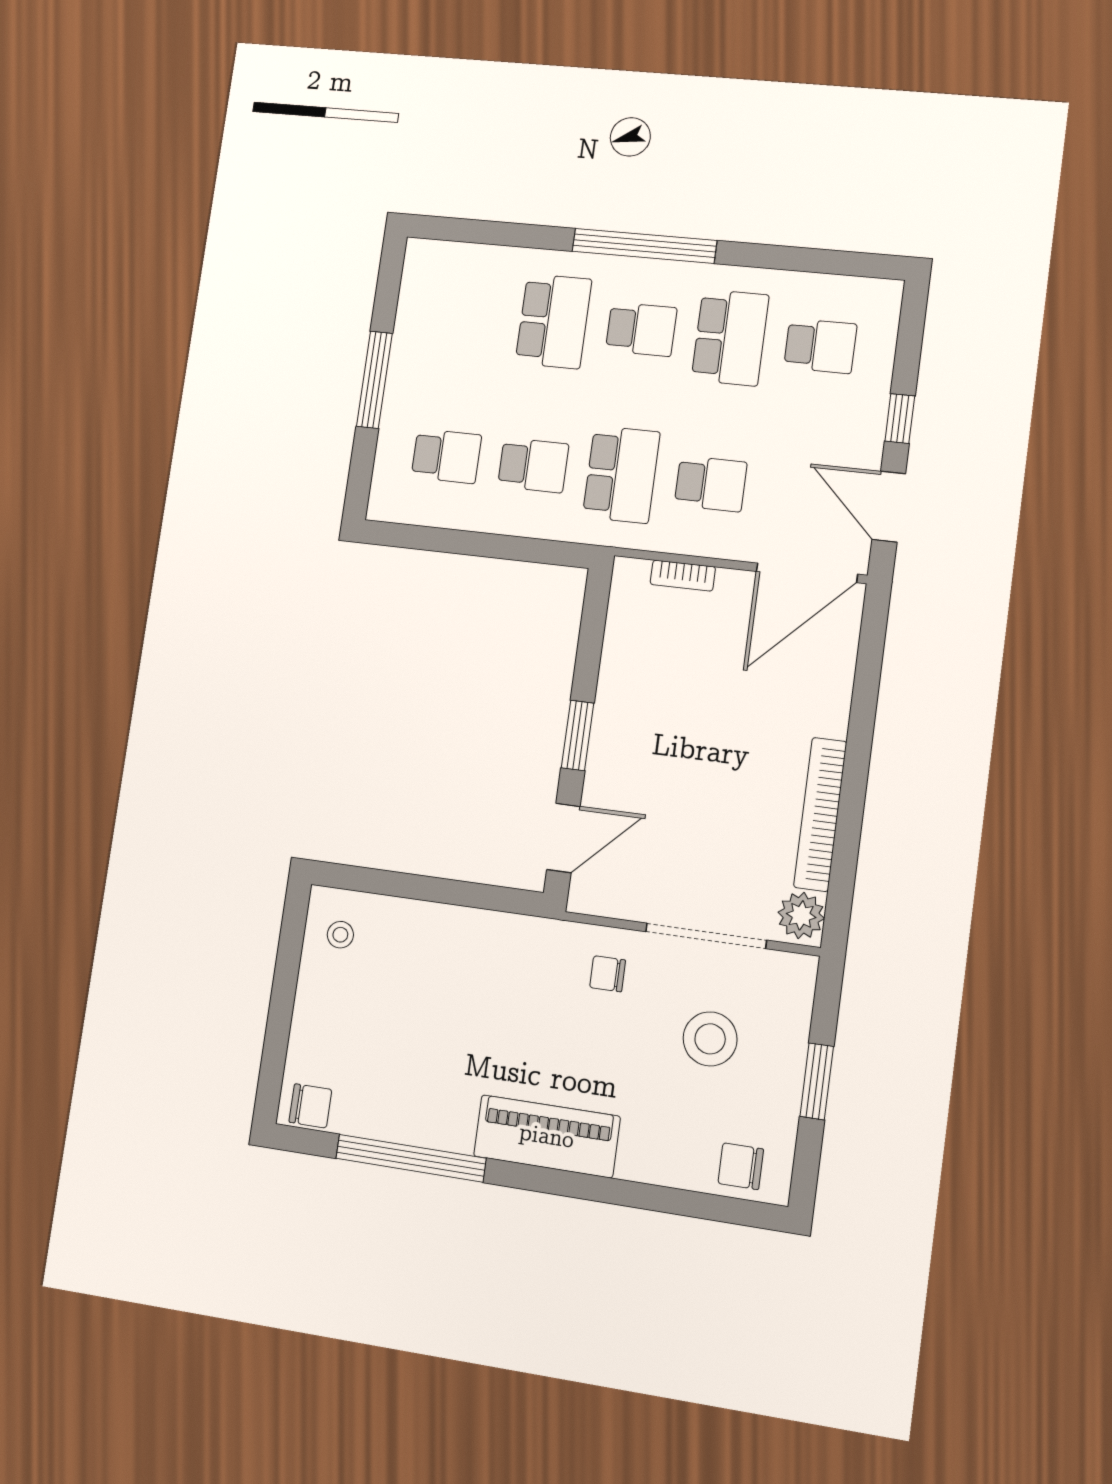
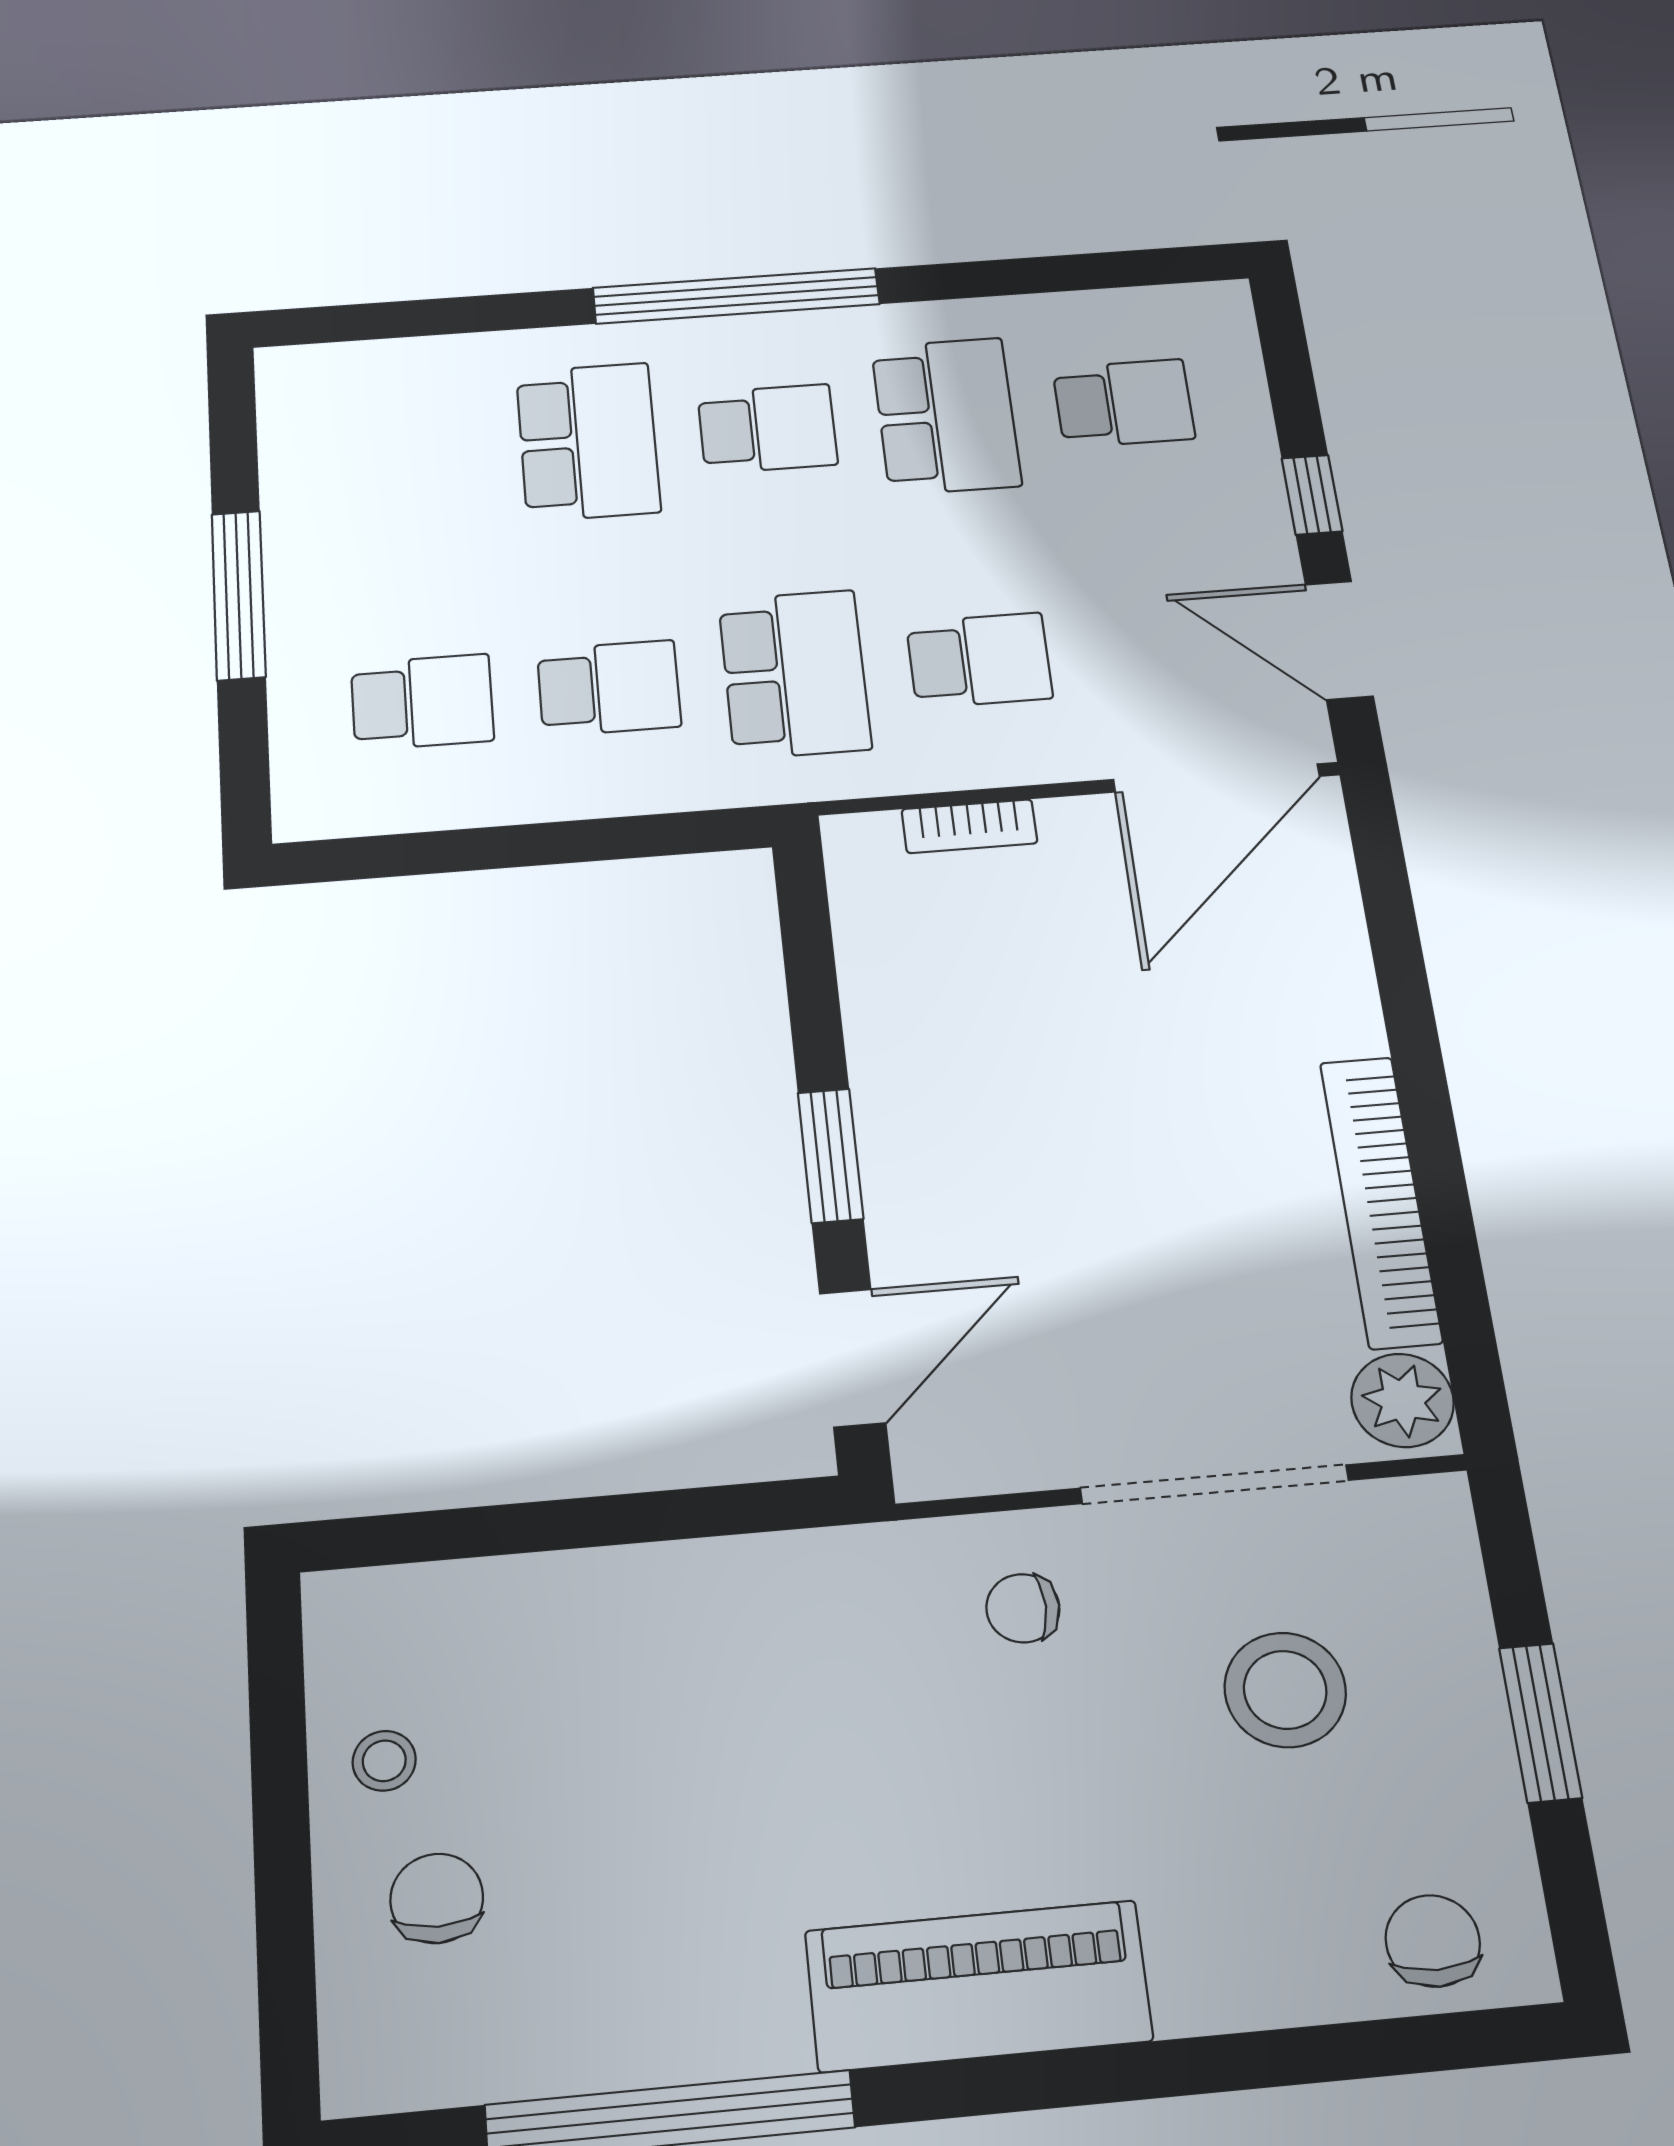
stool: (340, 935) -> (384, 1761), moved
chair: (310, 1106) -> (437, 1898), moved, turned -90
chair: (741, 1166) -> (1433, 1941), turned 90

